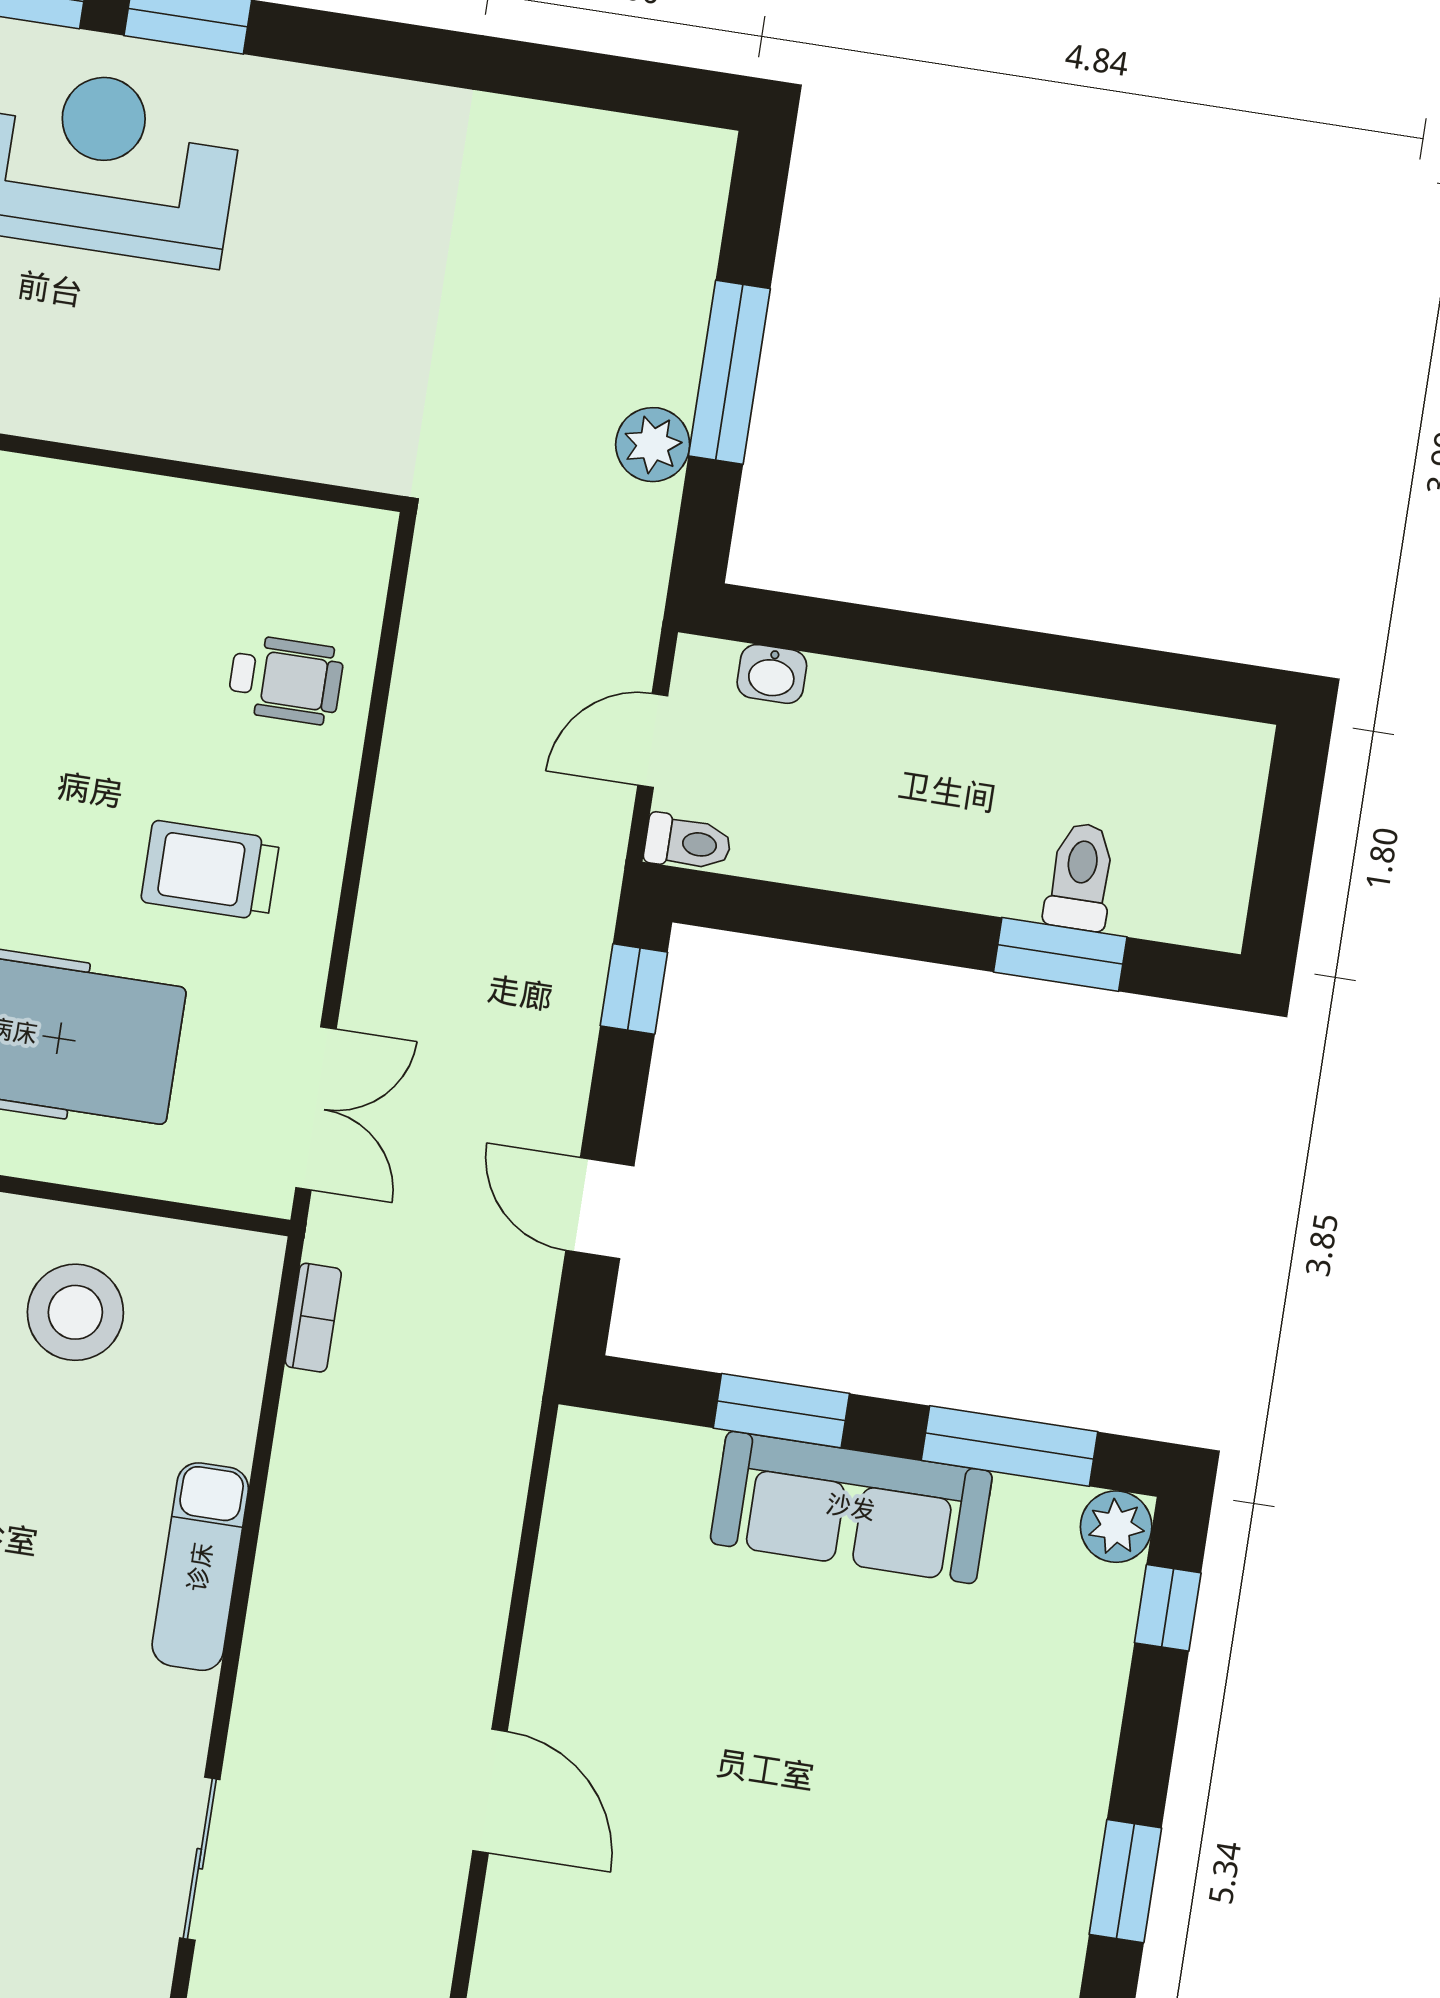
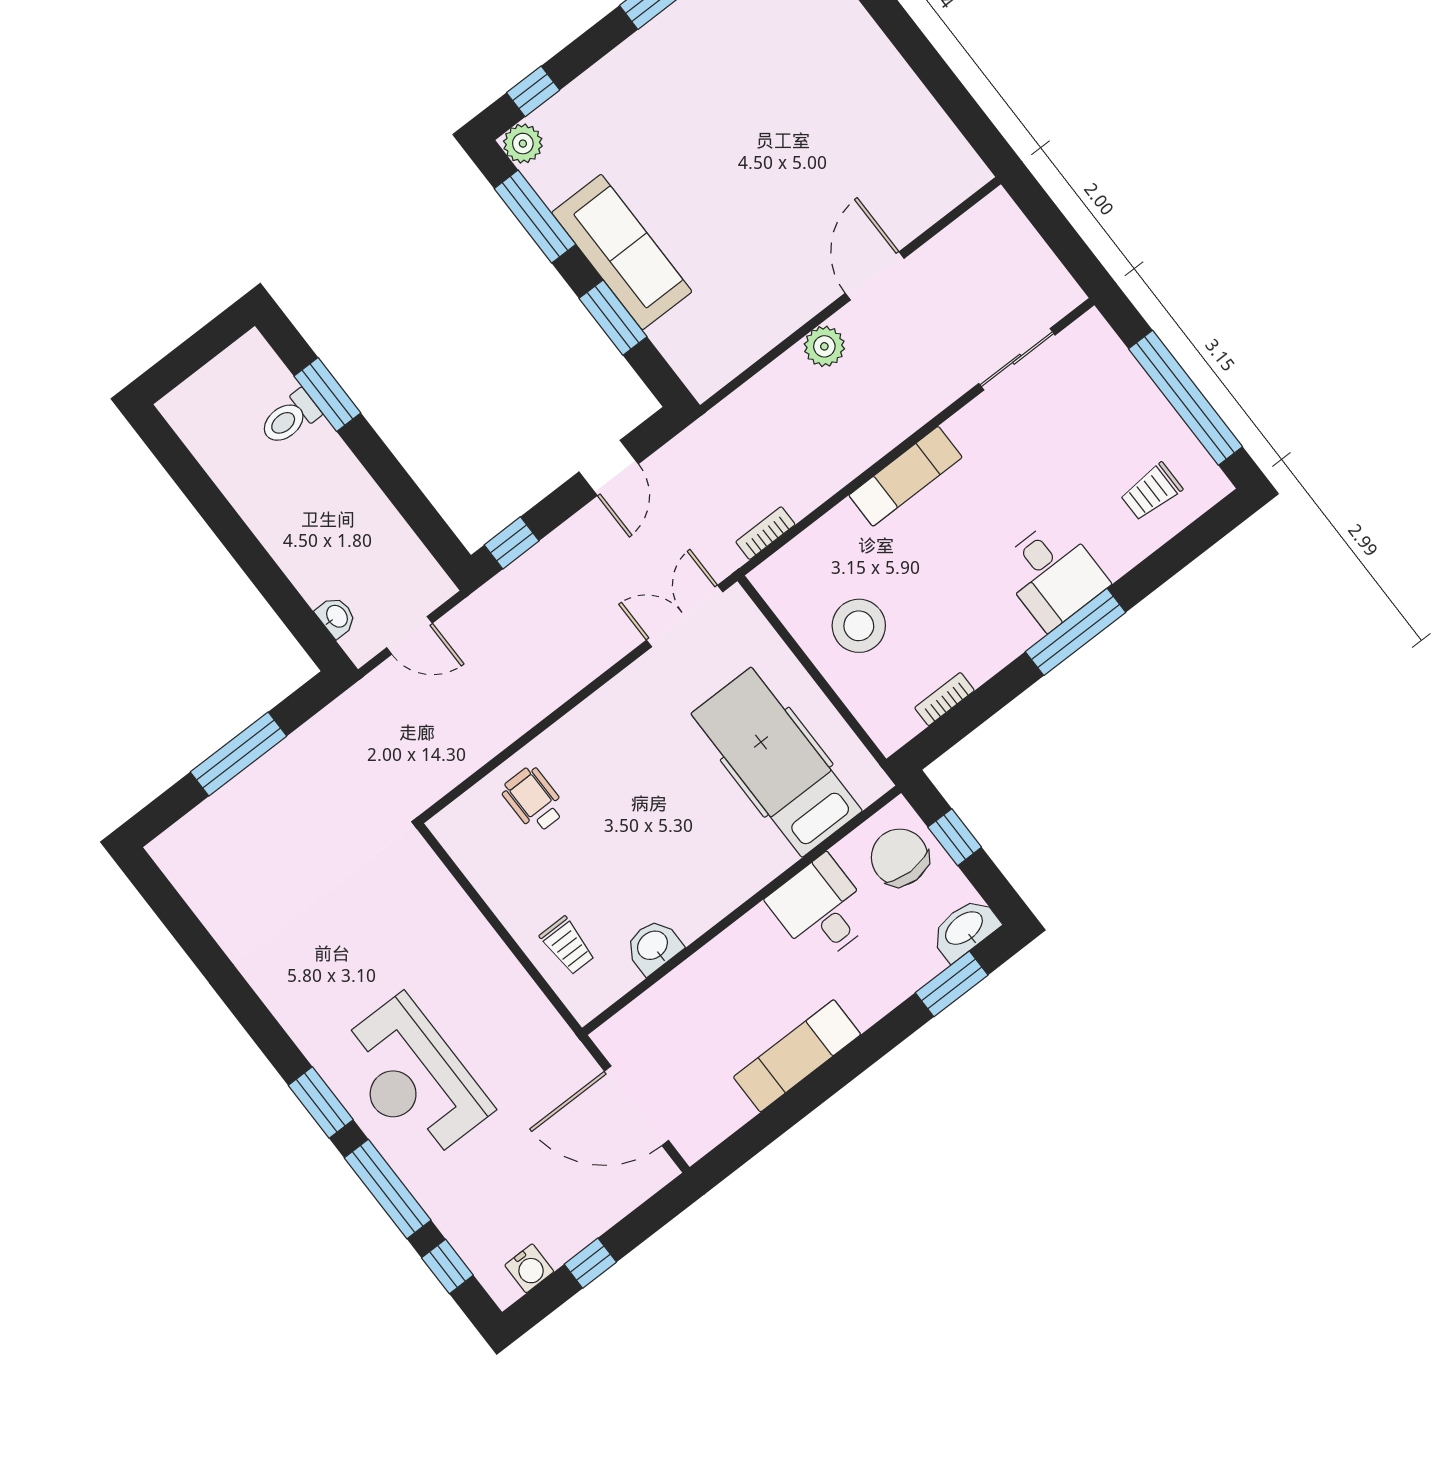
plant: (653, 445) -> (824, 346), moved
toilet: (688, 843) -> (434, 581), removed
trolley: (210, 871) -> (567, 946), moved, width x0.73, depth x0.72

